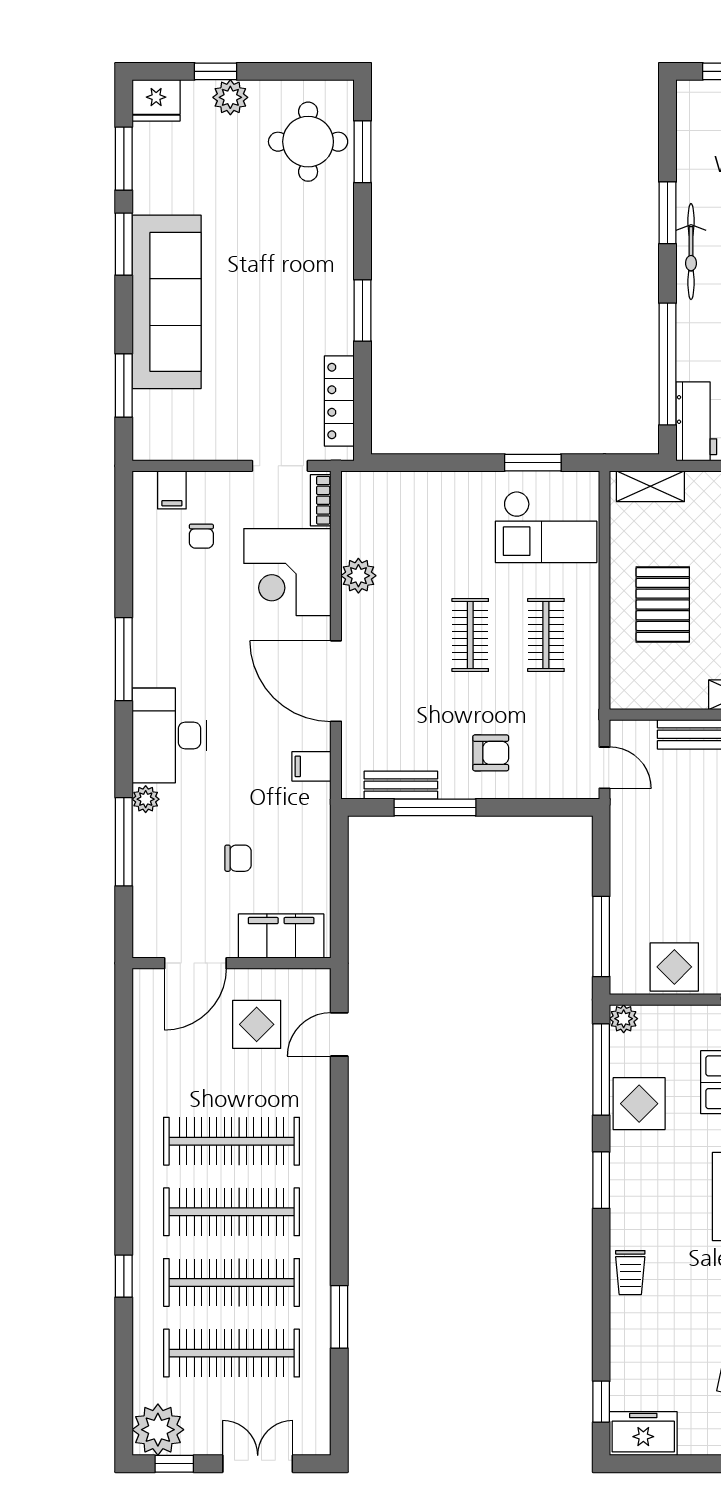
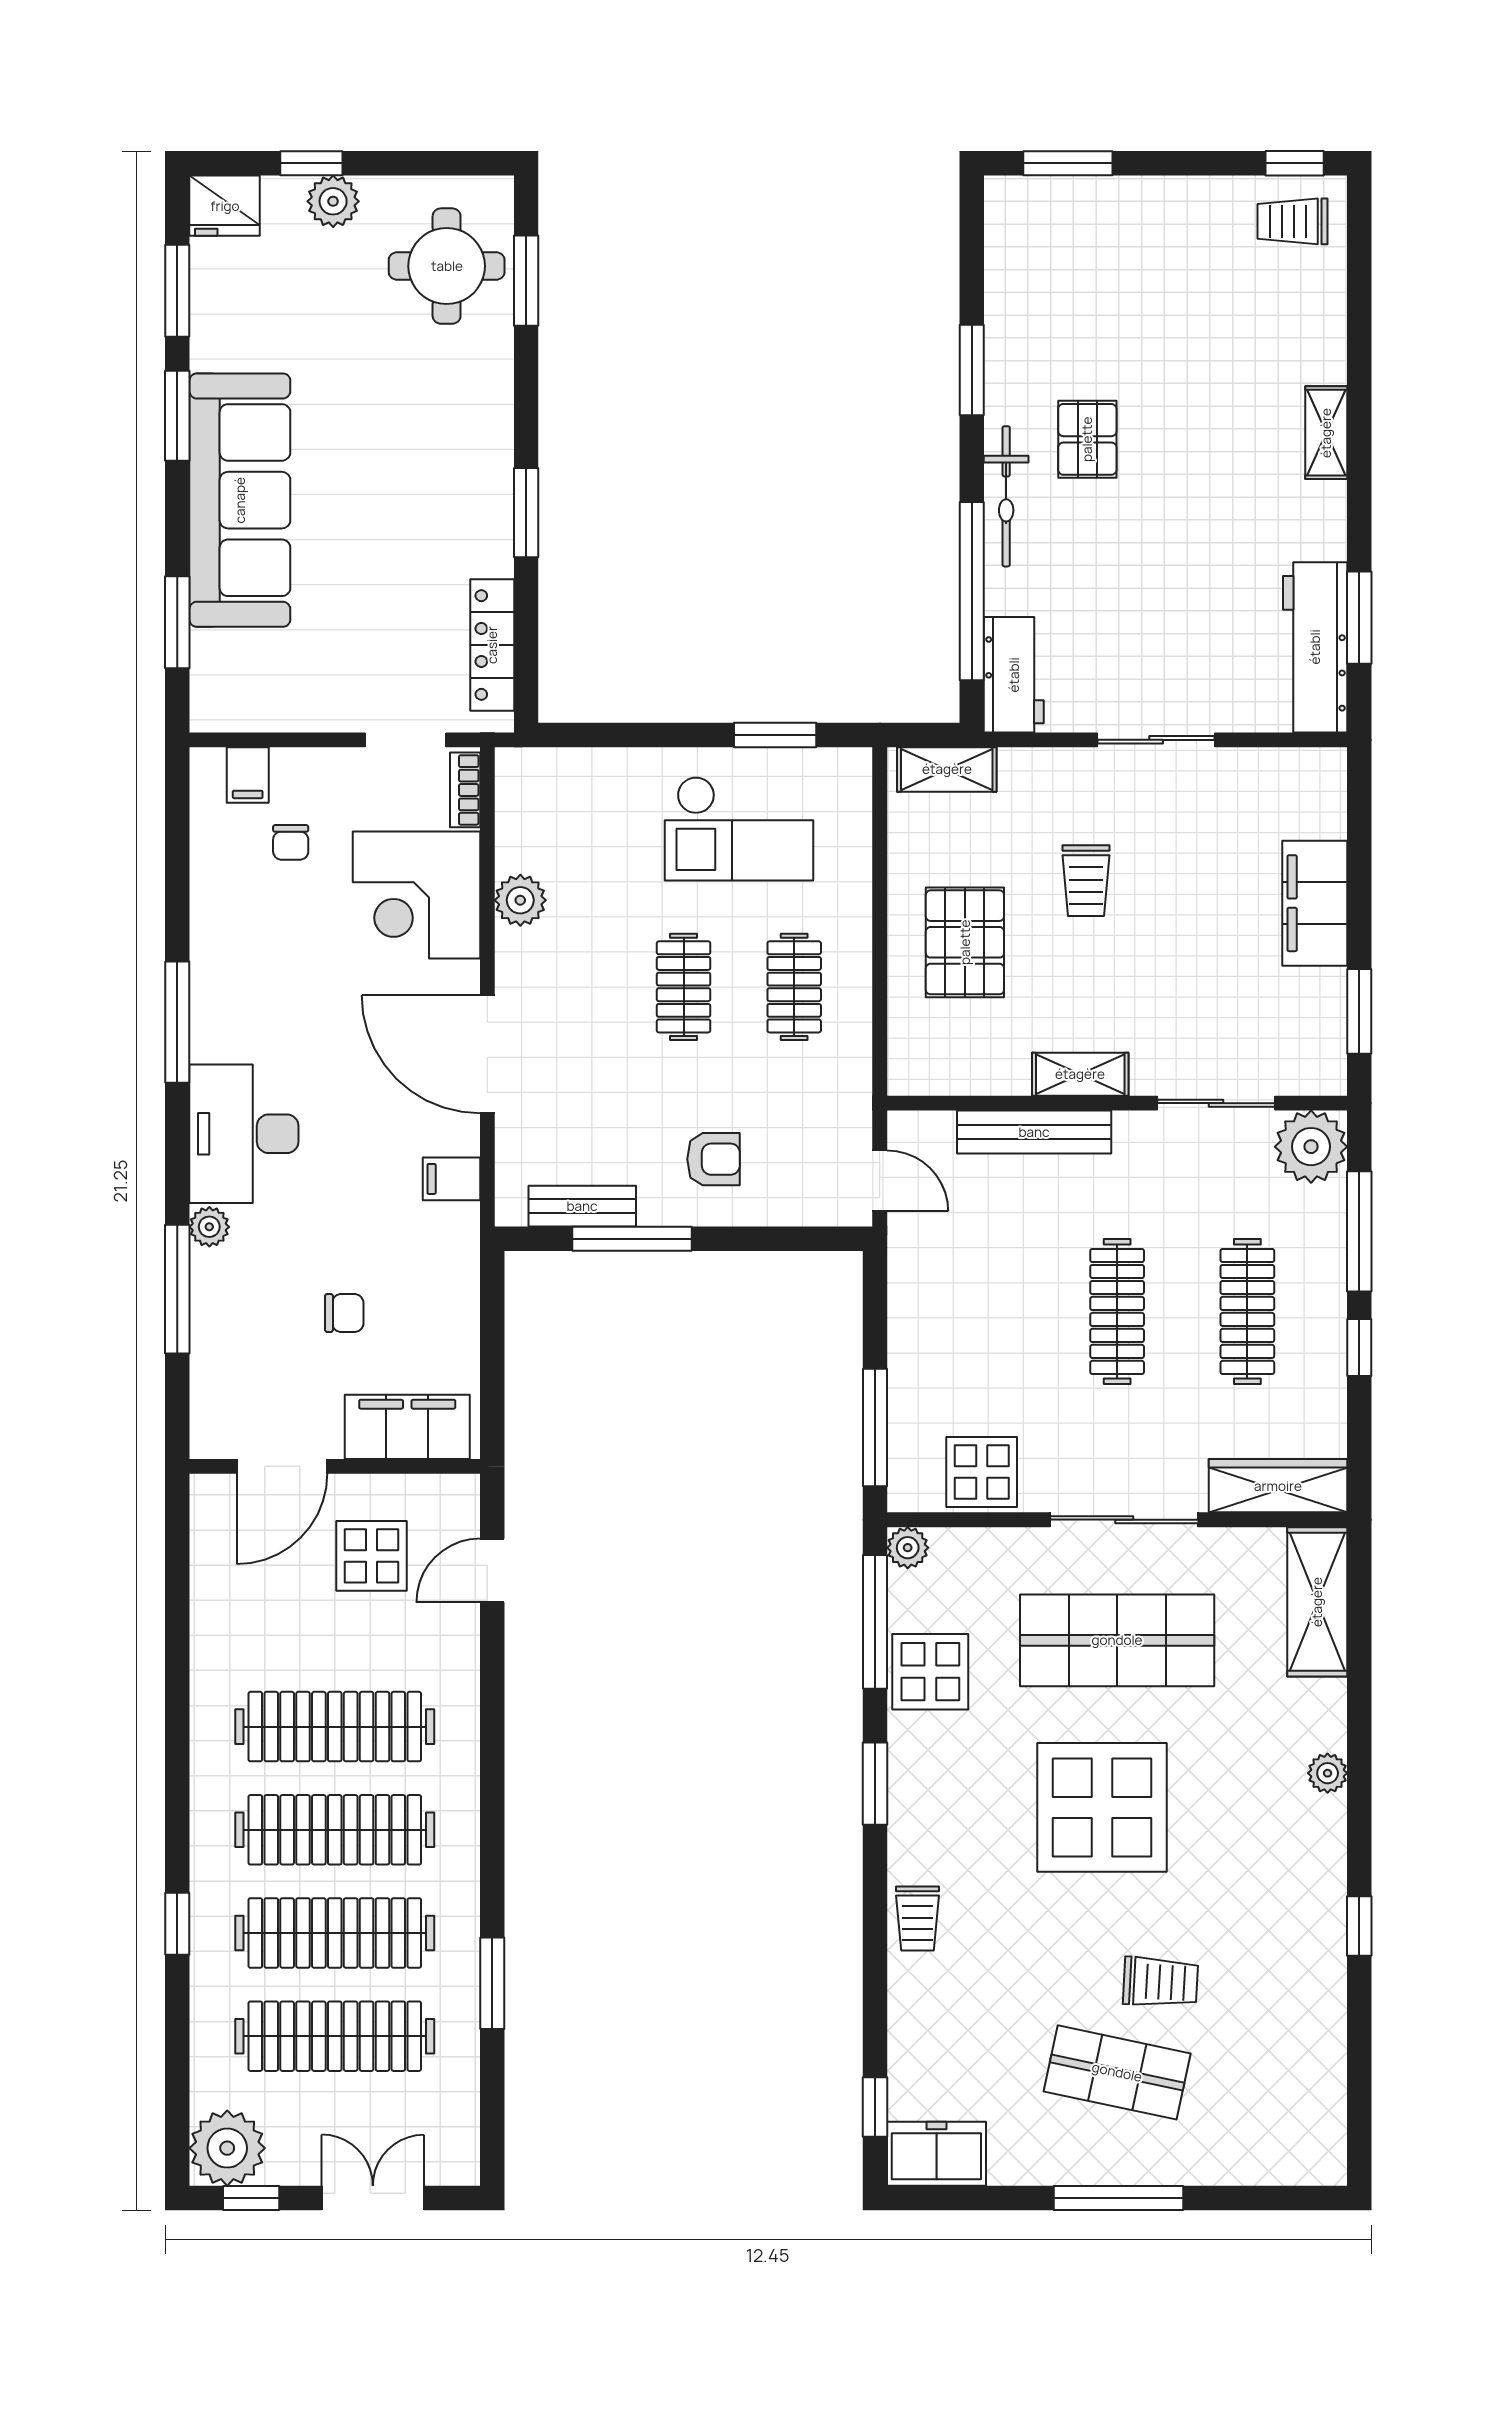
bicycle: (691, 252) -> (1006, 496), moved
checkout: (546, 527) -> (739, 829), moved

